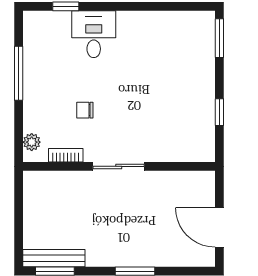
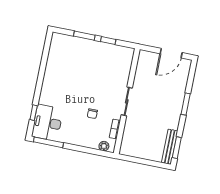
desk: (94, 34) -> (47, 123), moved, width x1.37
window: (219, 38) -> (84, 36), moved
window: (19, 73) -> (48, 142), moved

